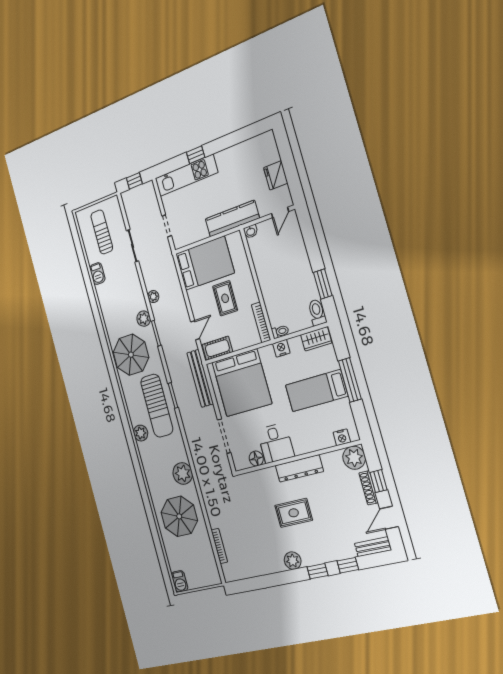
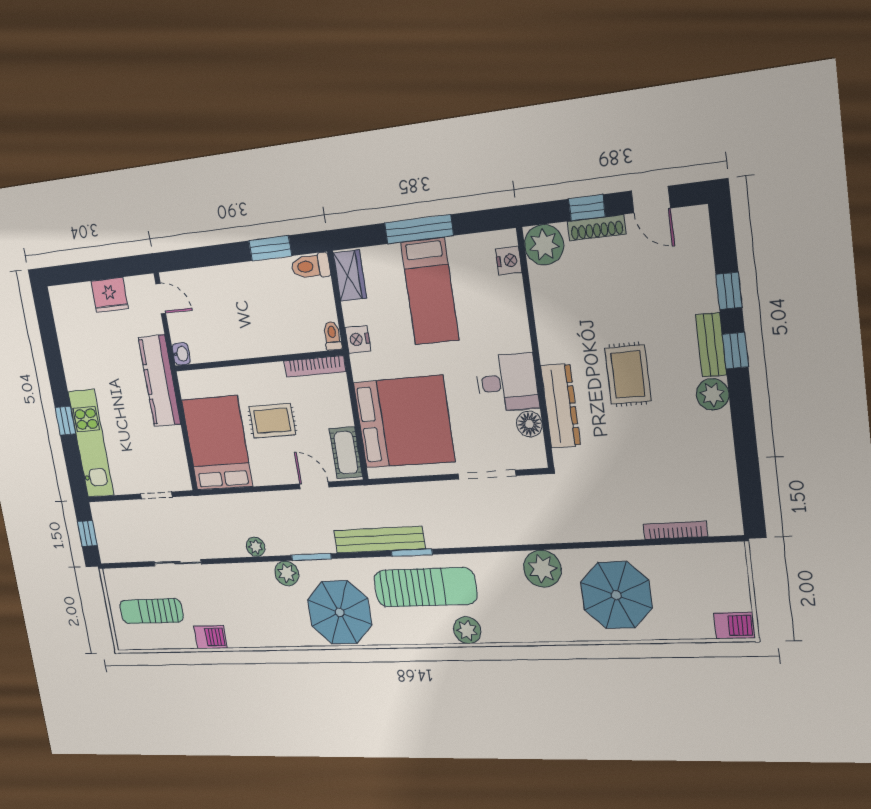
bench: (200, 378) -> (379, 540), moved
dresser: (299, 468) -> (561, 406), moved
bench: (373, 547) -> (711, 345), moved

